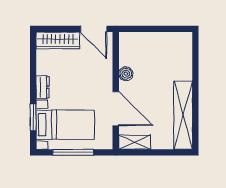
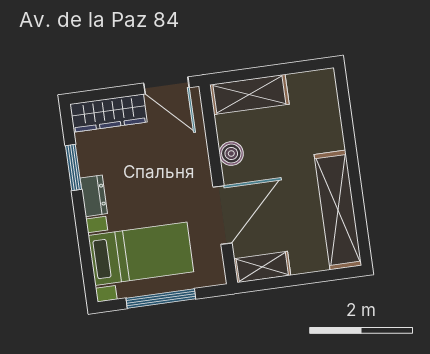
shelving: (141, 41) -> (249, 94), added
door: (116, 109) -> (223, 215), hinge flipped
window: (33, 117) -> (74, 167), moved

